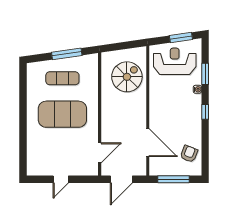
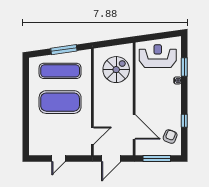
window: (181, 37) -> (163, 35), removed
exercise mat: (62, 78) -> (60, 71), width x1.36, depth x1.45
window: (205, 112) -> (184, 121), moved

